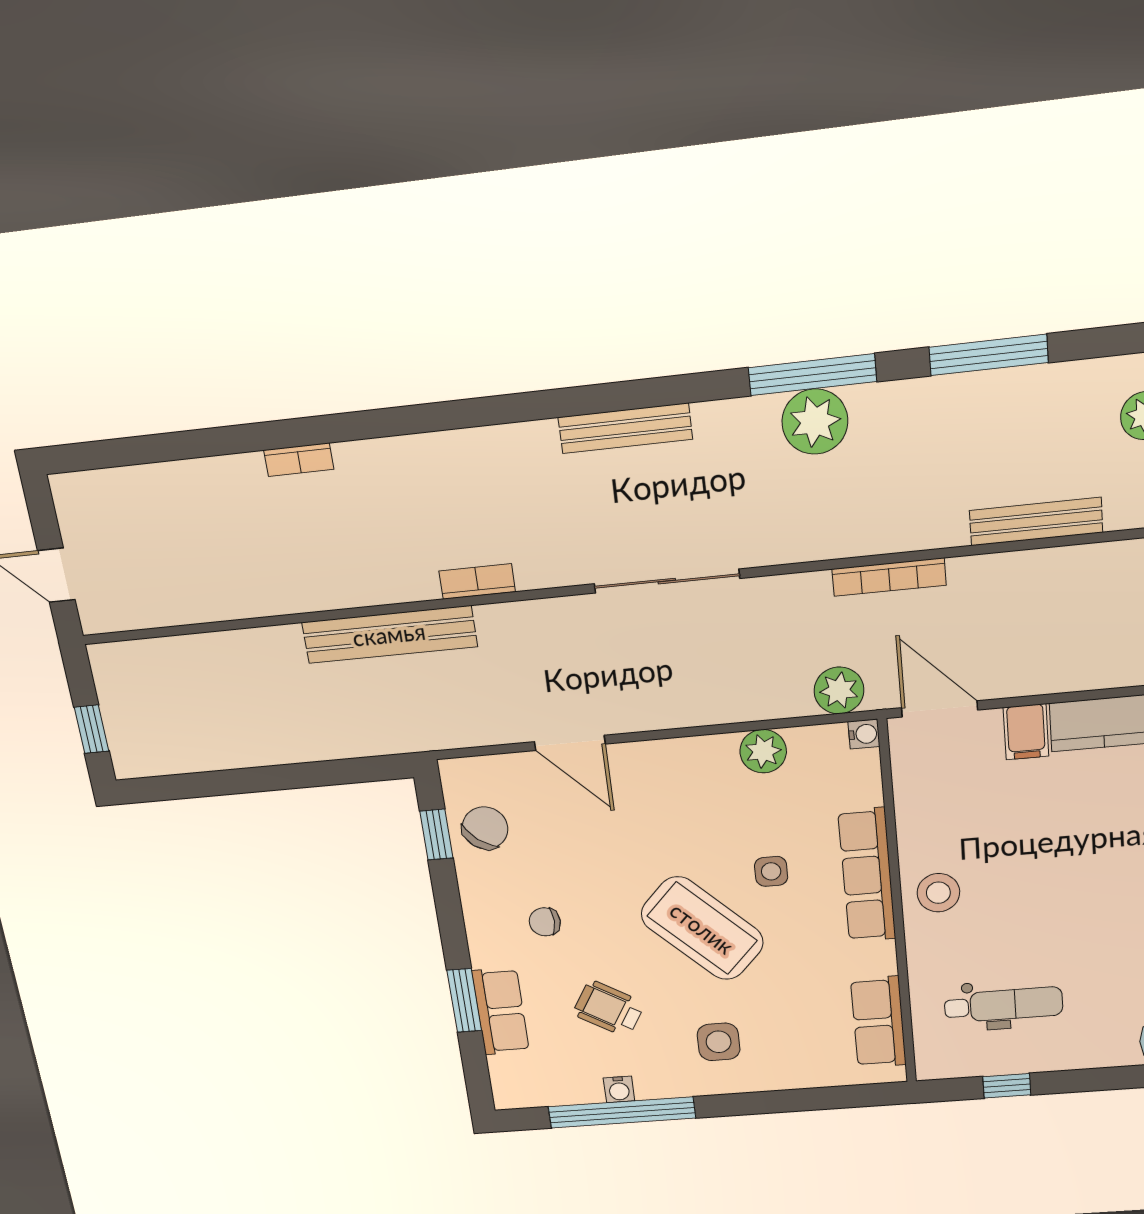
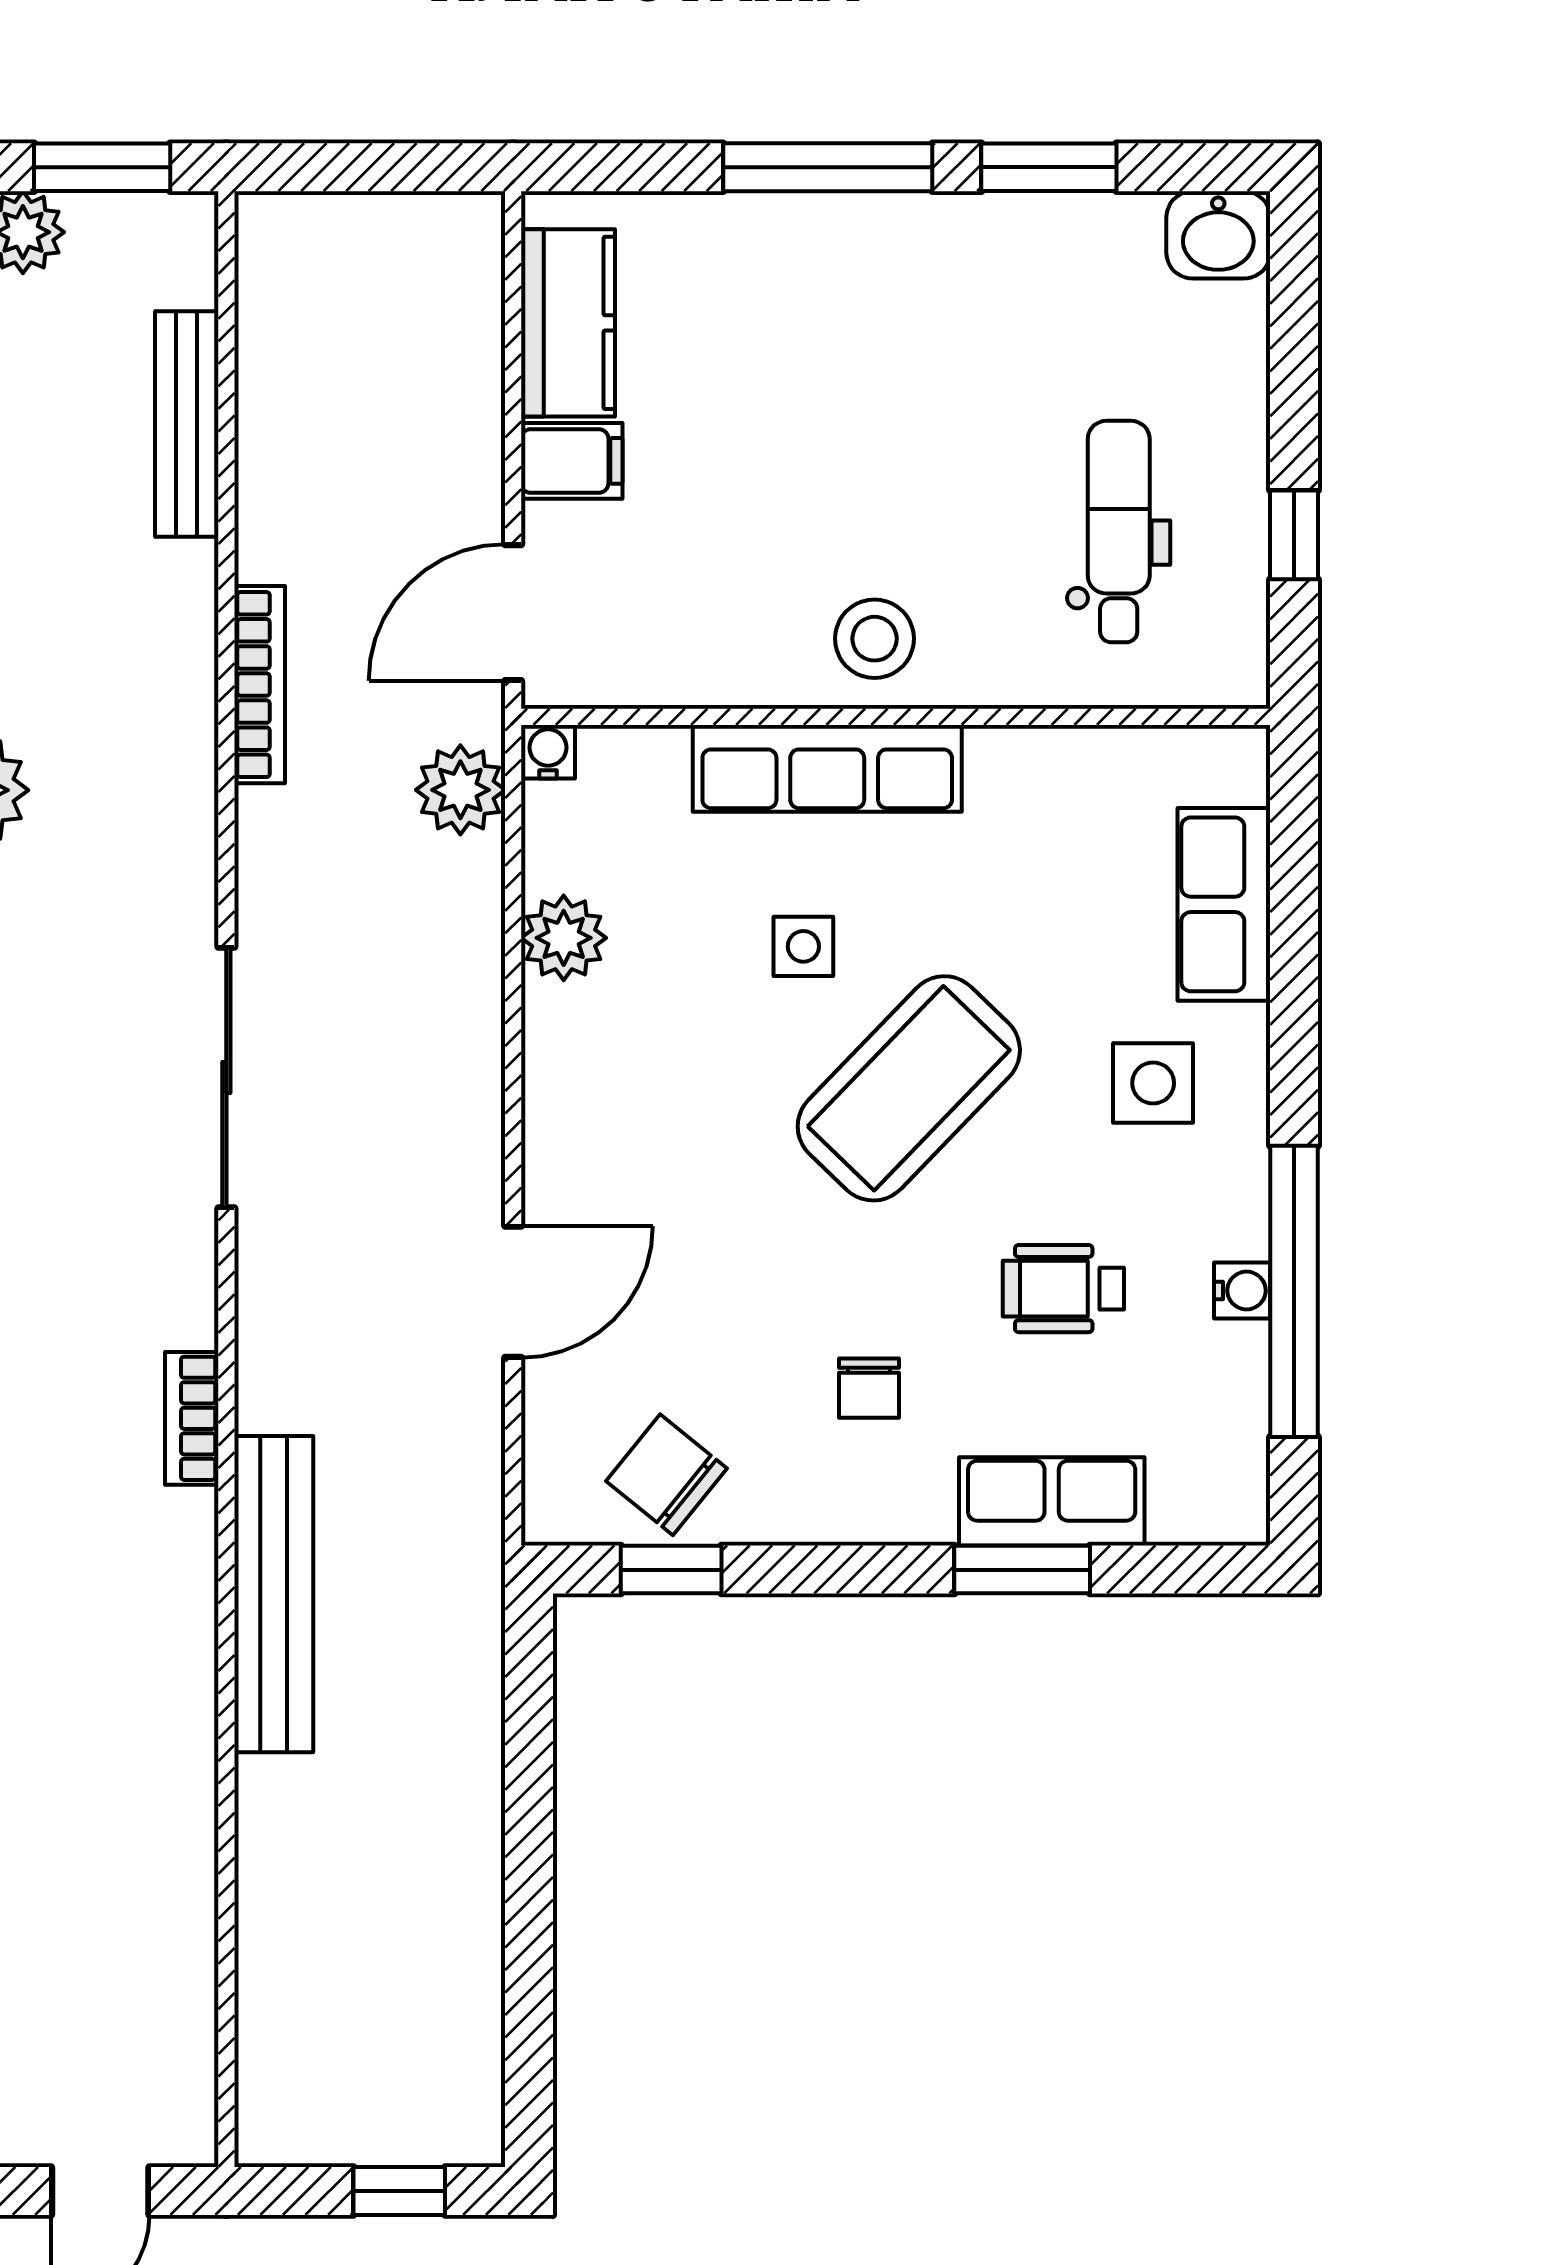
wheelchair: (609, 1009) -> (1063, 1289), turned 59
row of seats: (878, 1022) -> (1224, 904), moved, turned 90

